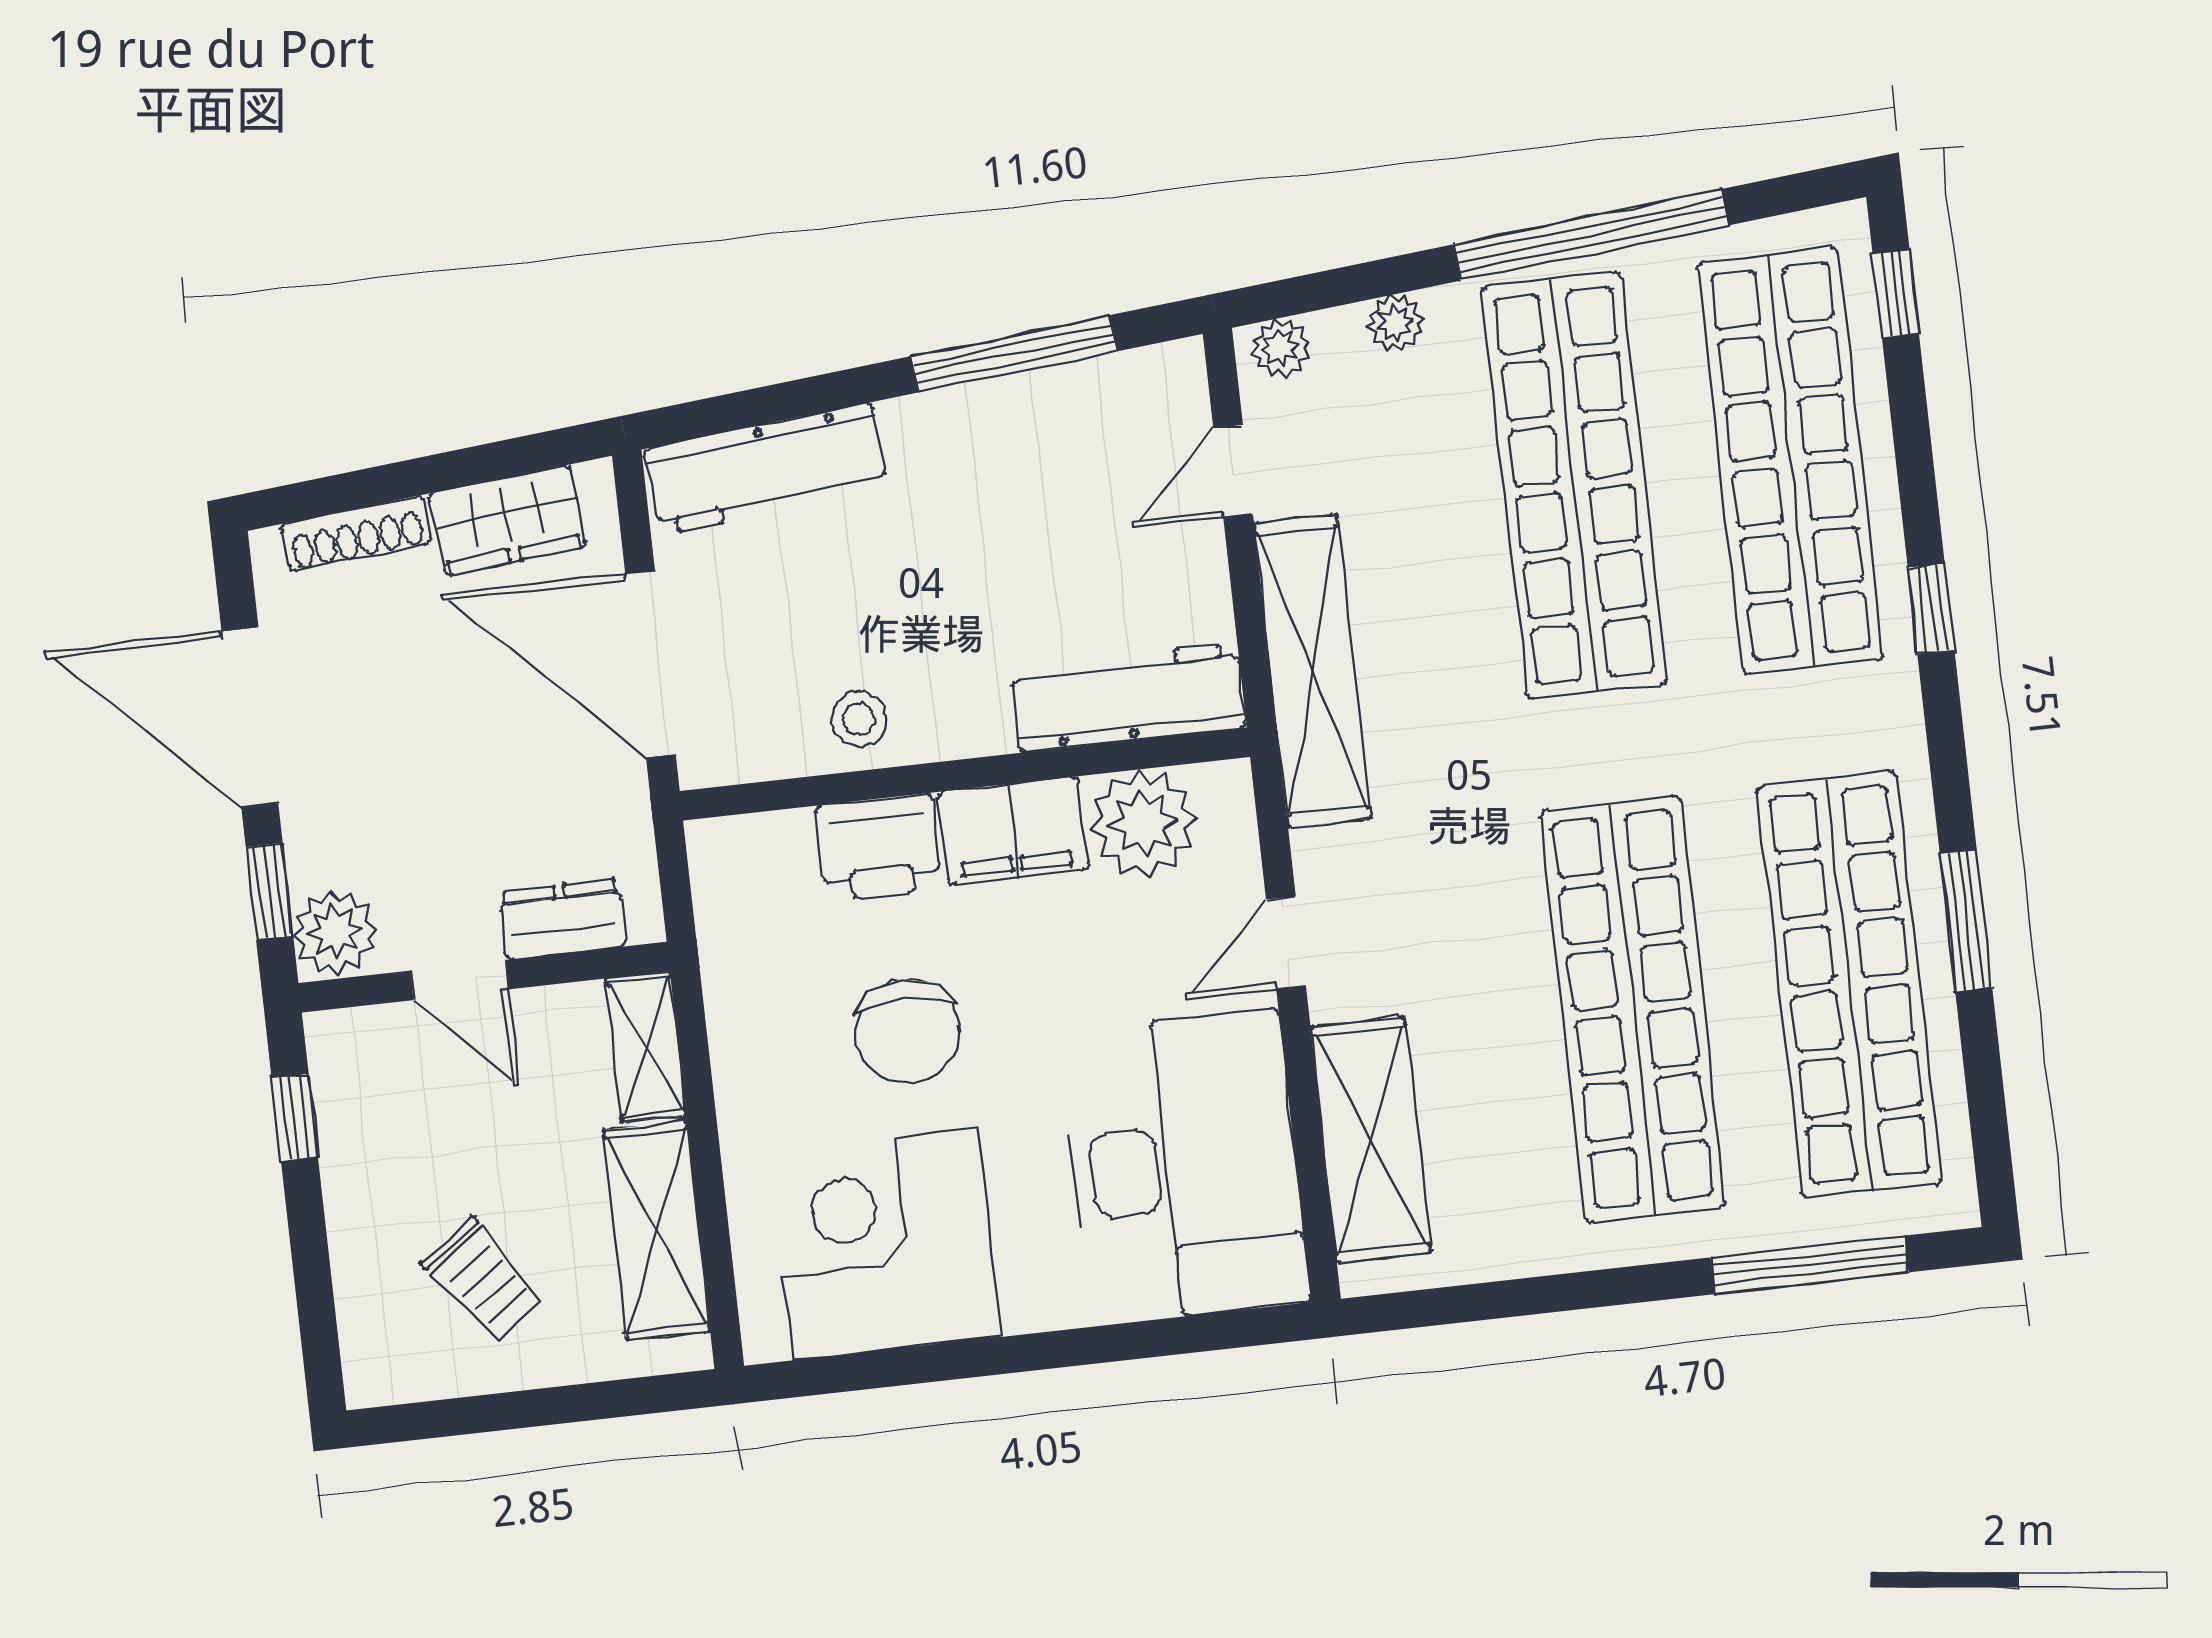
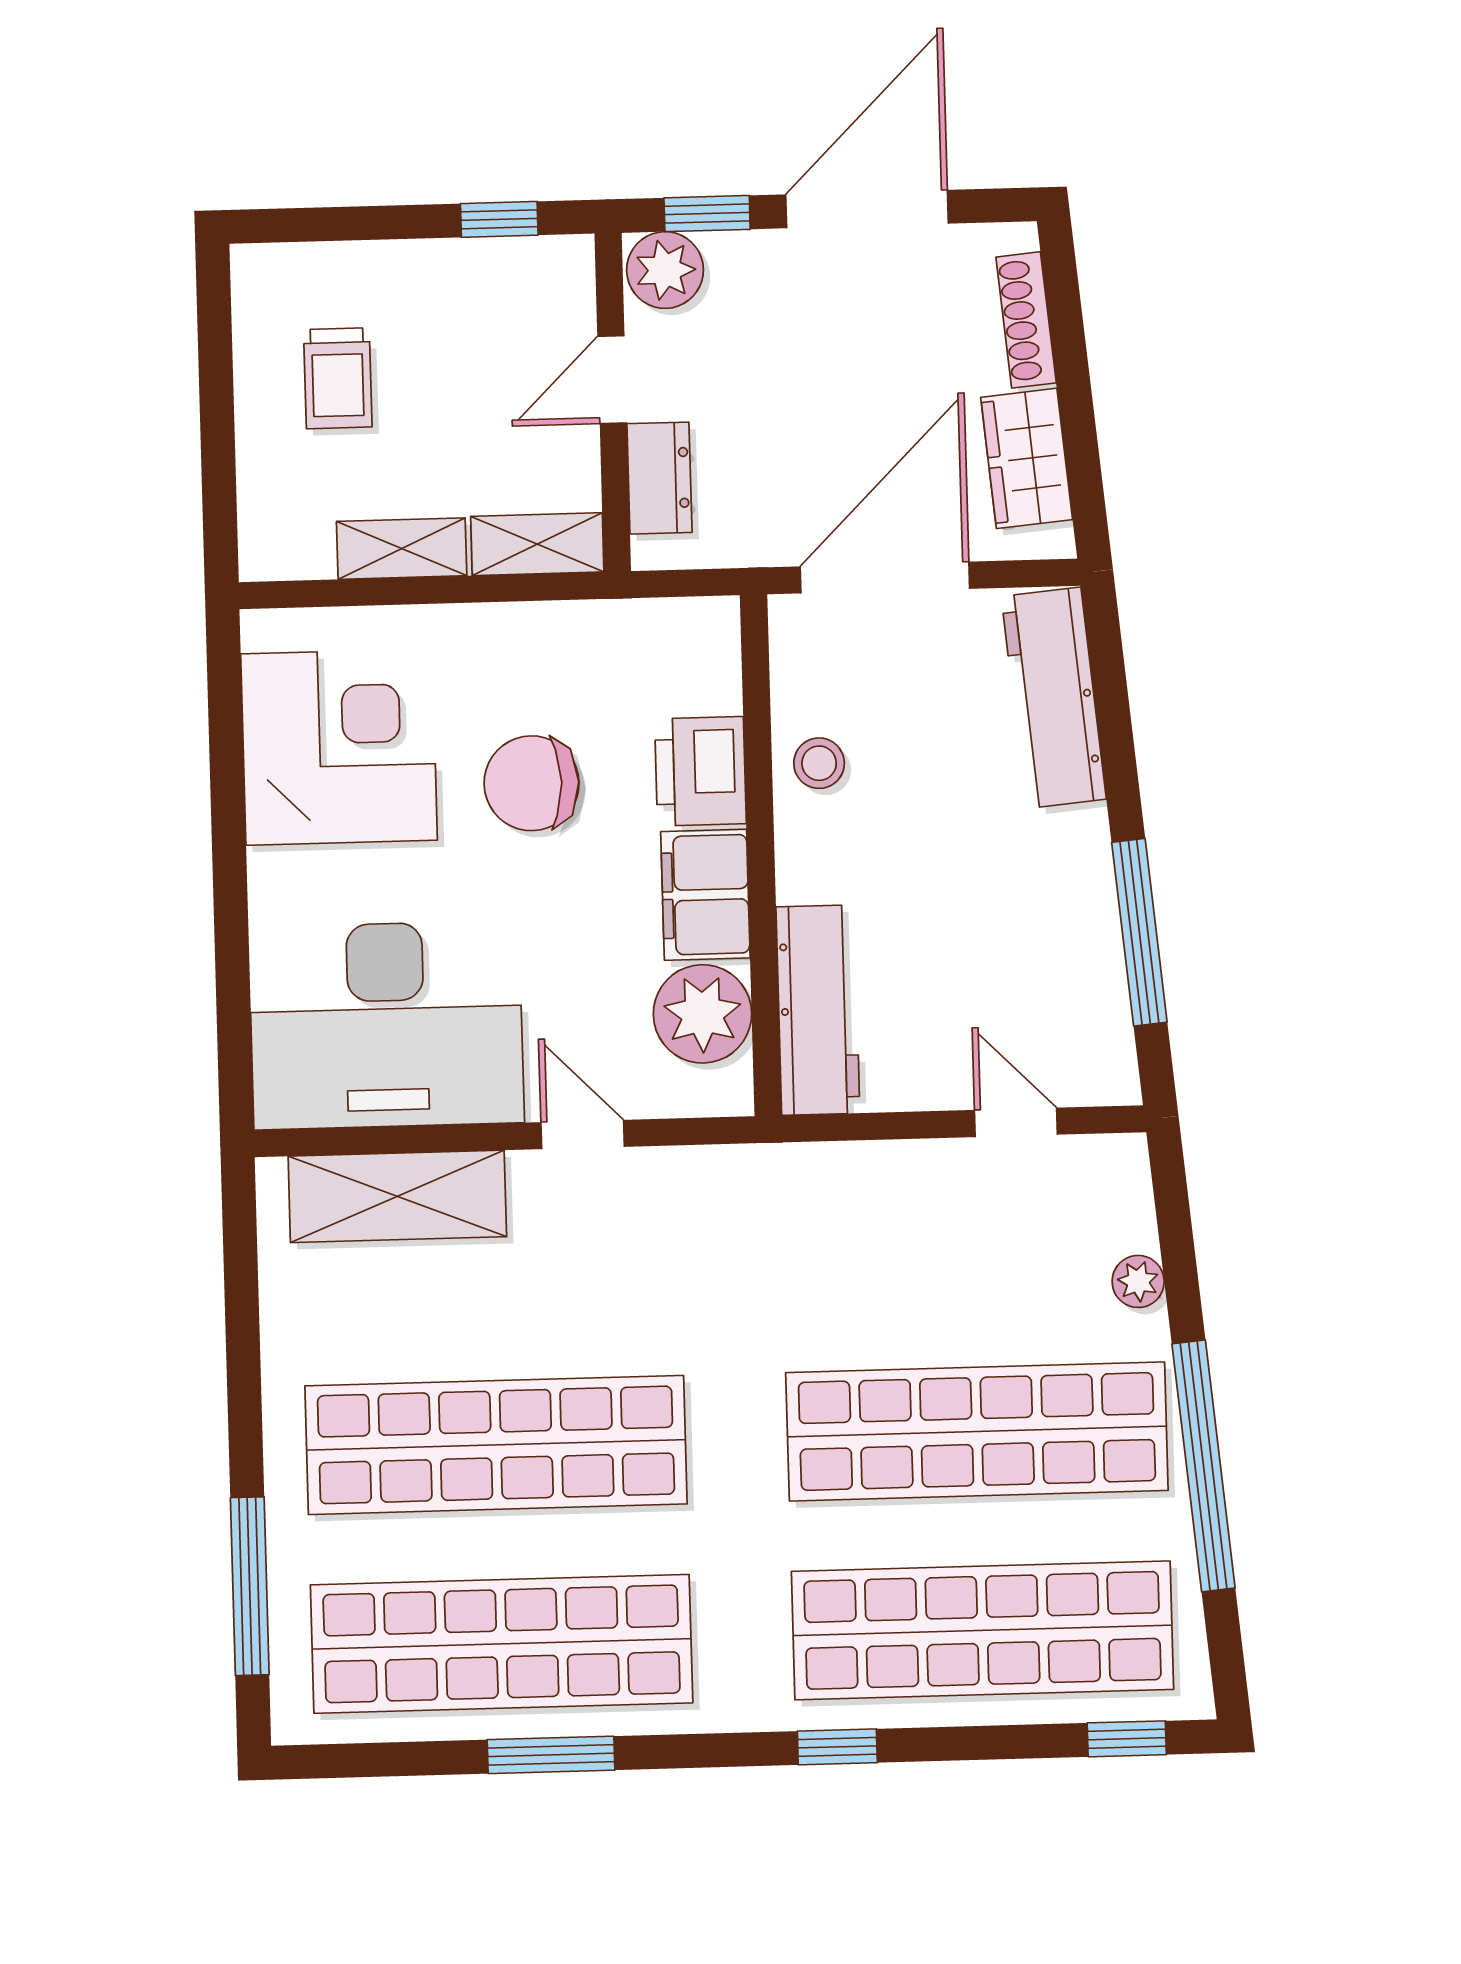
plant: (1280, 348) -> (1124, 1175), removed
shelving: (1312, 671) -> (828, 1179), removed
shelving: (657, 1230) -> (402, 549), width x0.67, depth x0.75
trolley: (483, 1279) -> (338, 378), turned -54

